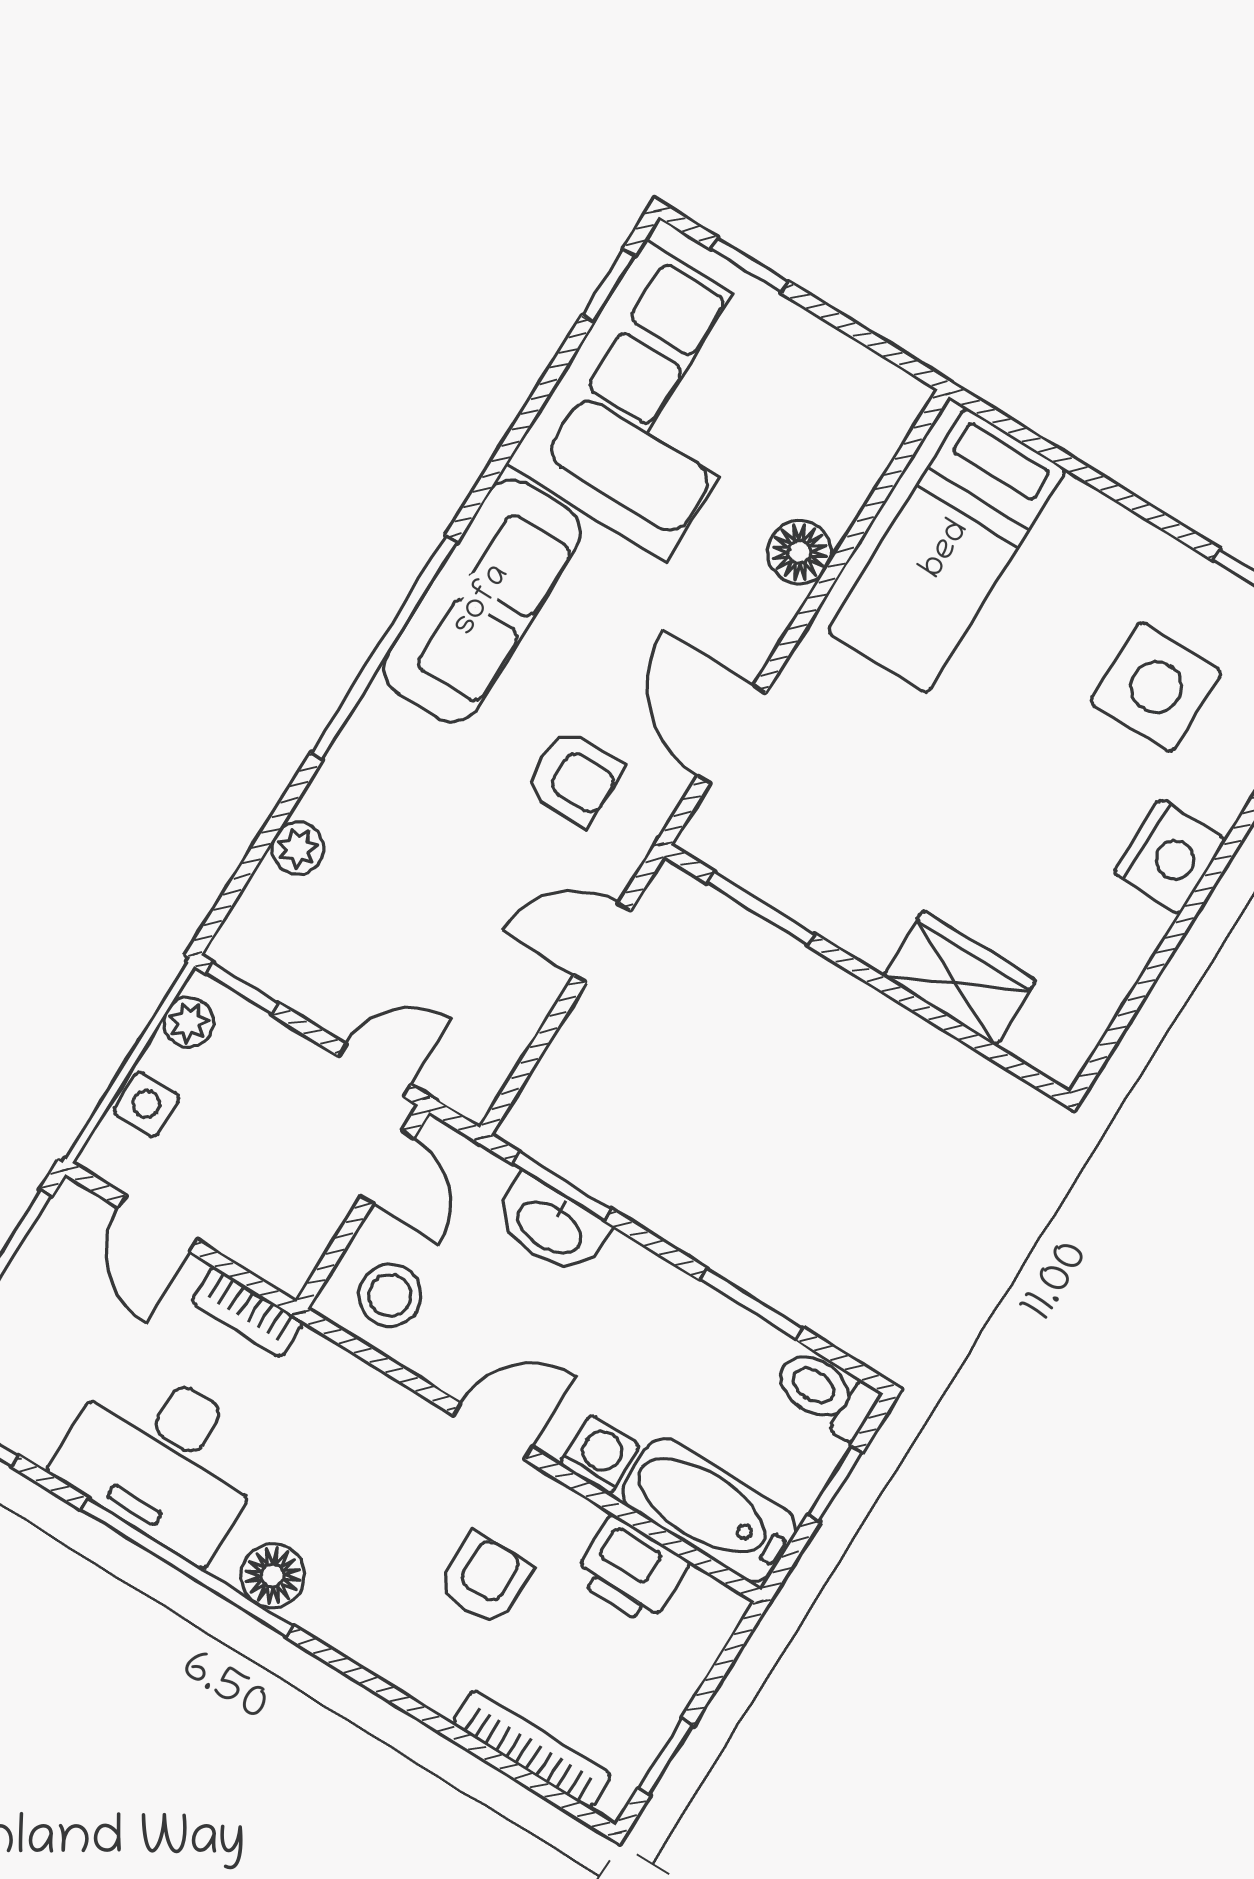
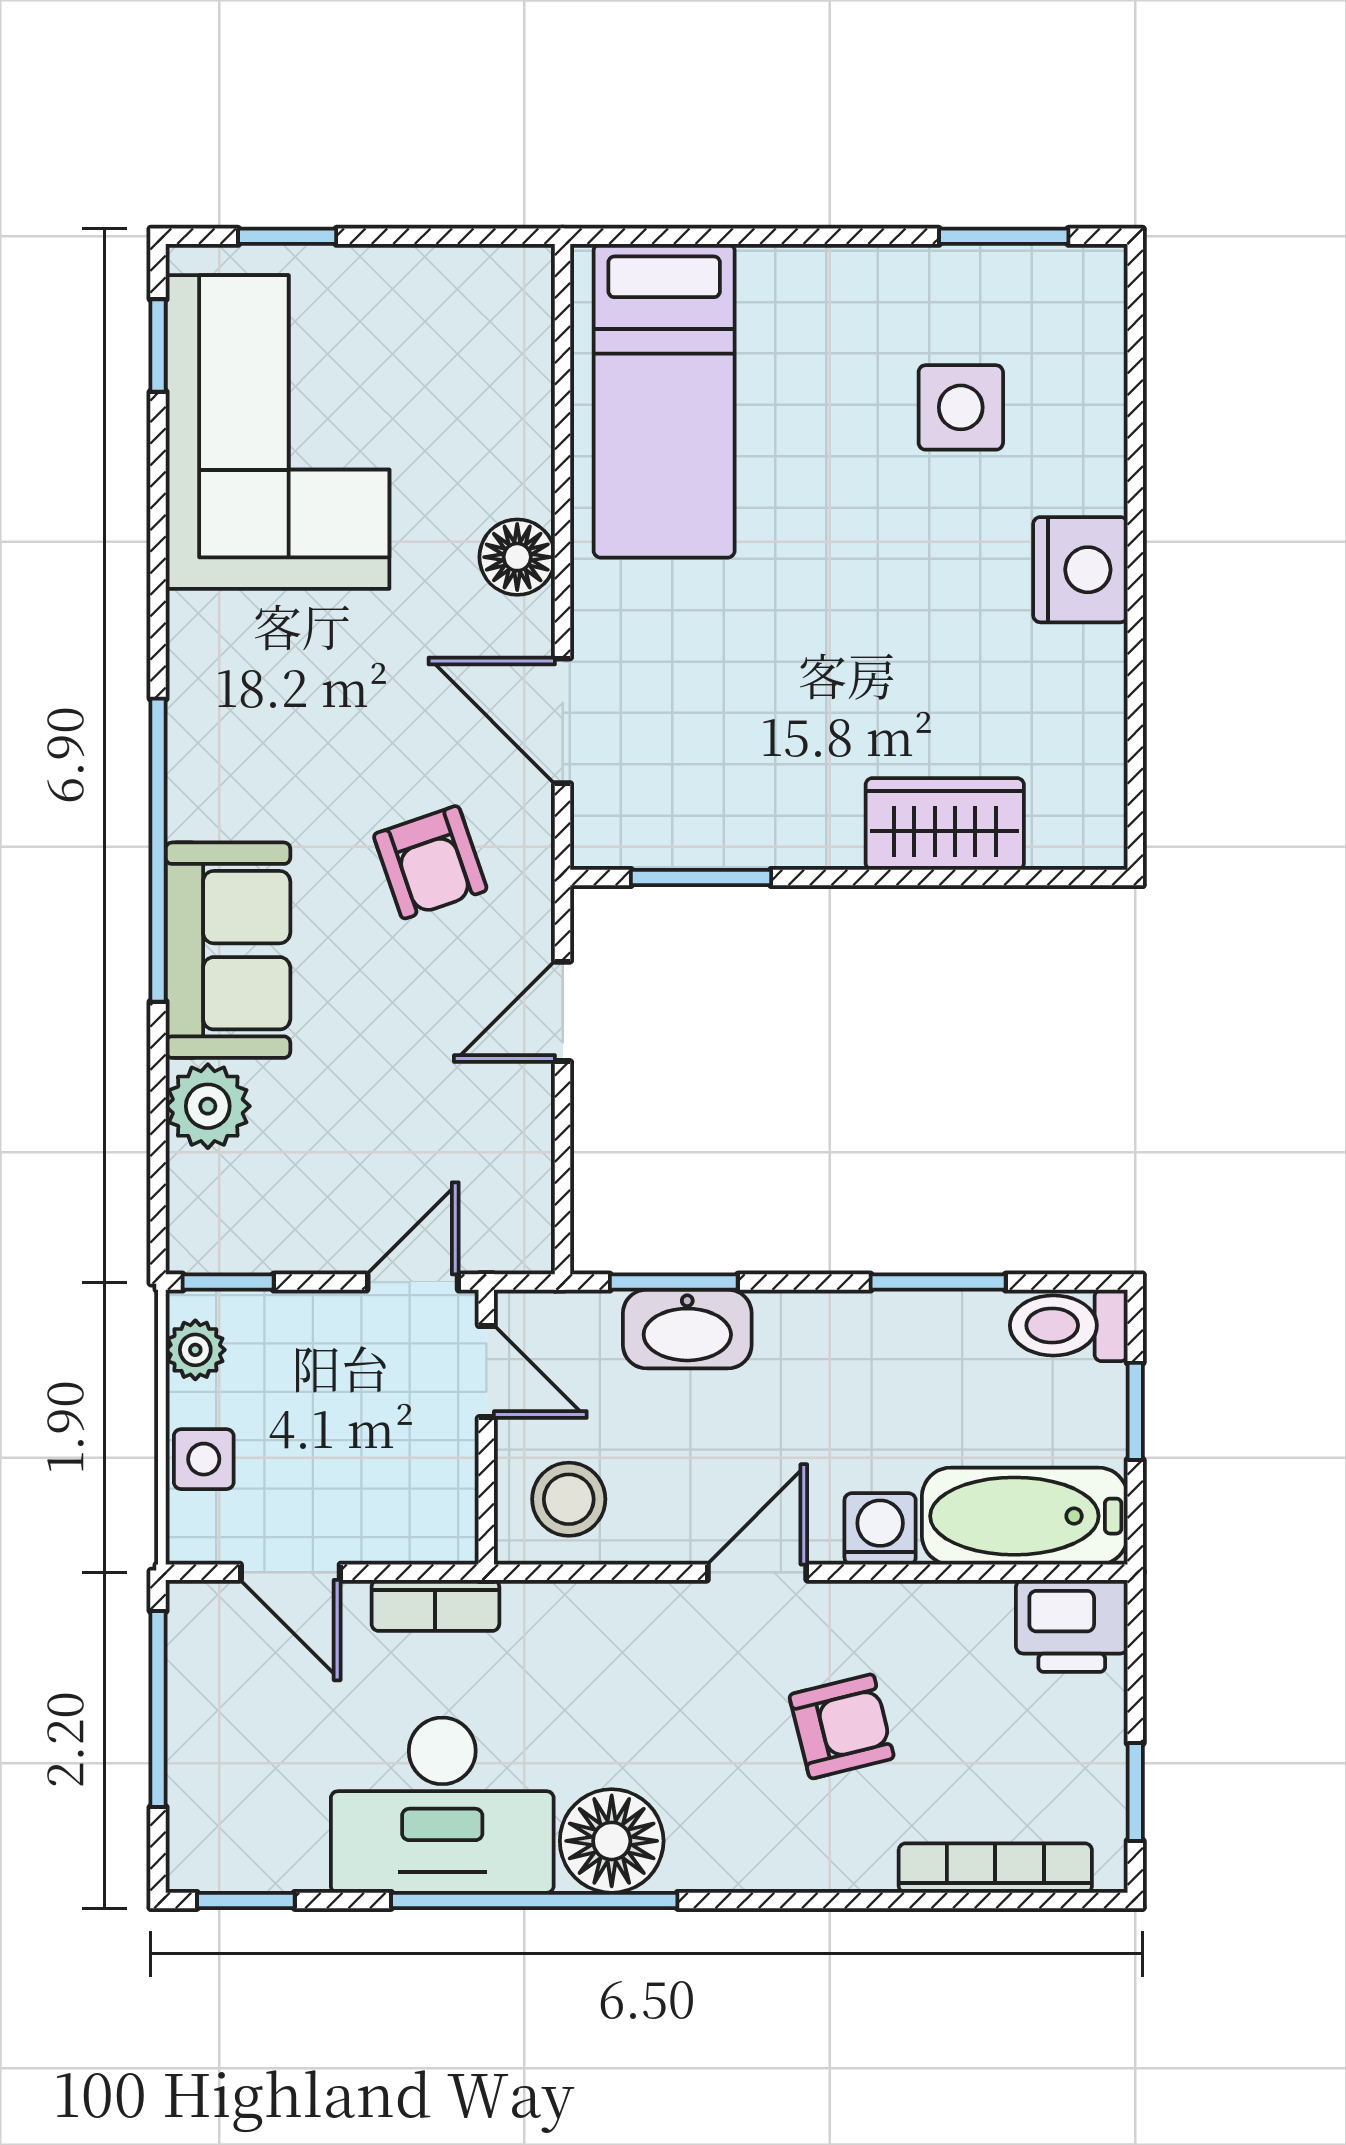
floor lamp: (800, 552) -> (517, 557), moved
sofa: (482, 601) -> (228, 950), moved, width x0.73
side table: (1156, 687) -> (961, 407), width x0.73, depth x0.73
armchair: (574, 777) -> (430, 862), turned 71
plant: (298, 848) -> (208, 1106), width x1.38, depth x1.38
printer: (631, 1570) -> (1072, 1626), moved
floor lamp: (273, 1576) -> (612, 1841), width x1.38, depth x1.38
armchair: (485, 1579) -> (842, 1726), turned 76

